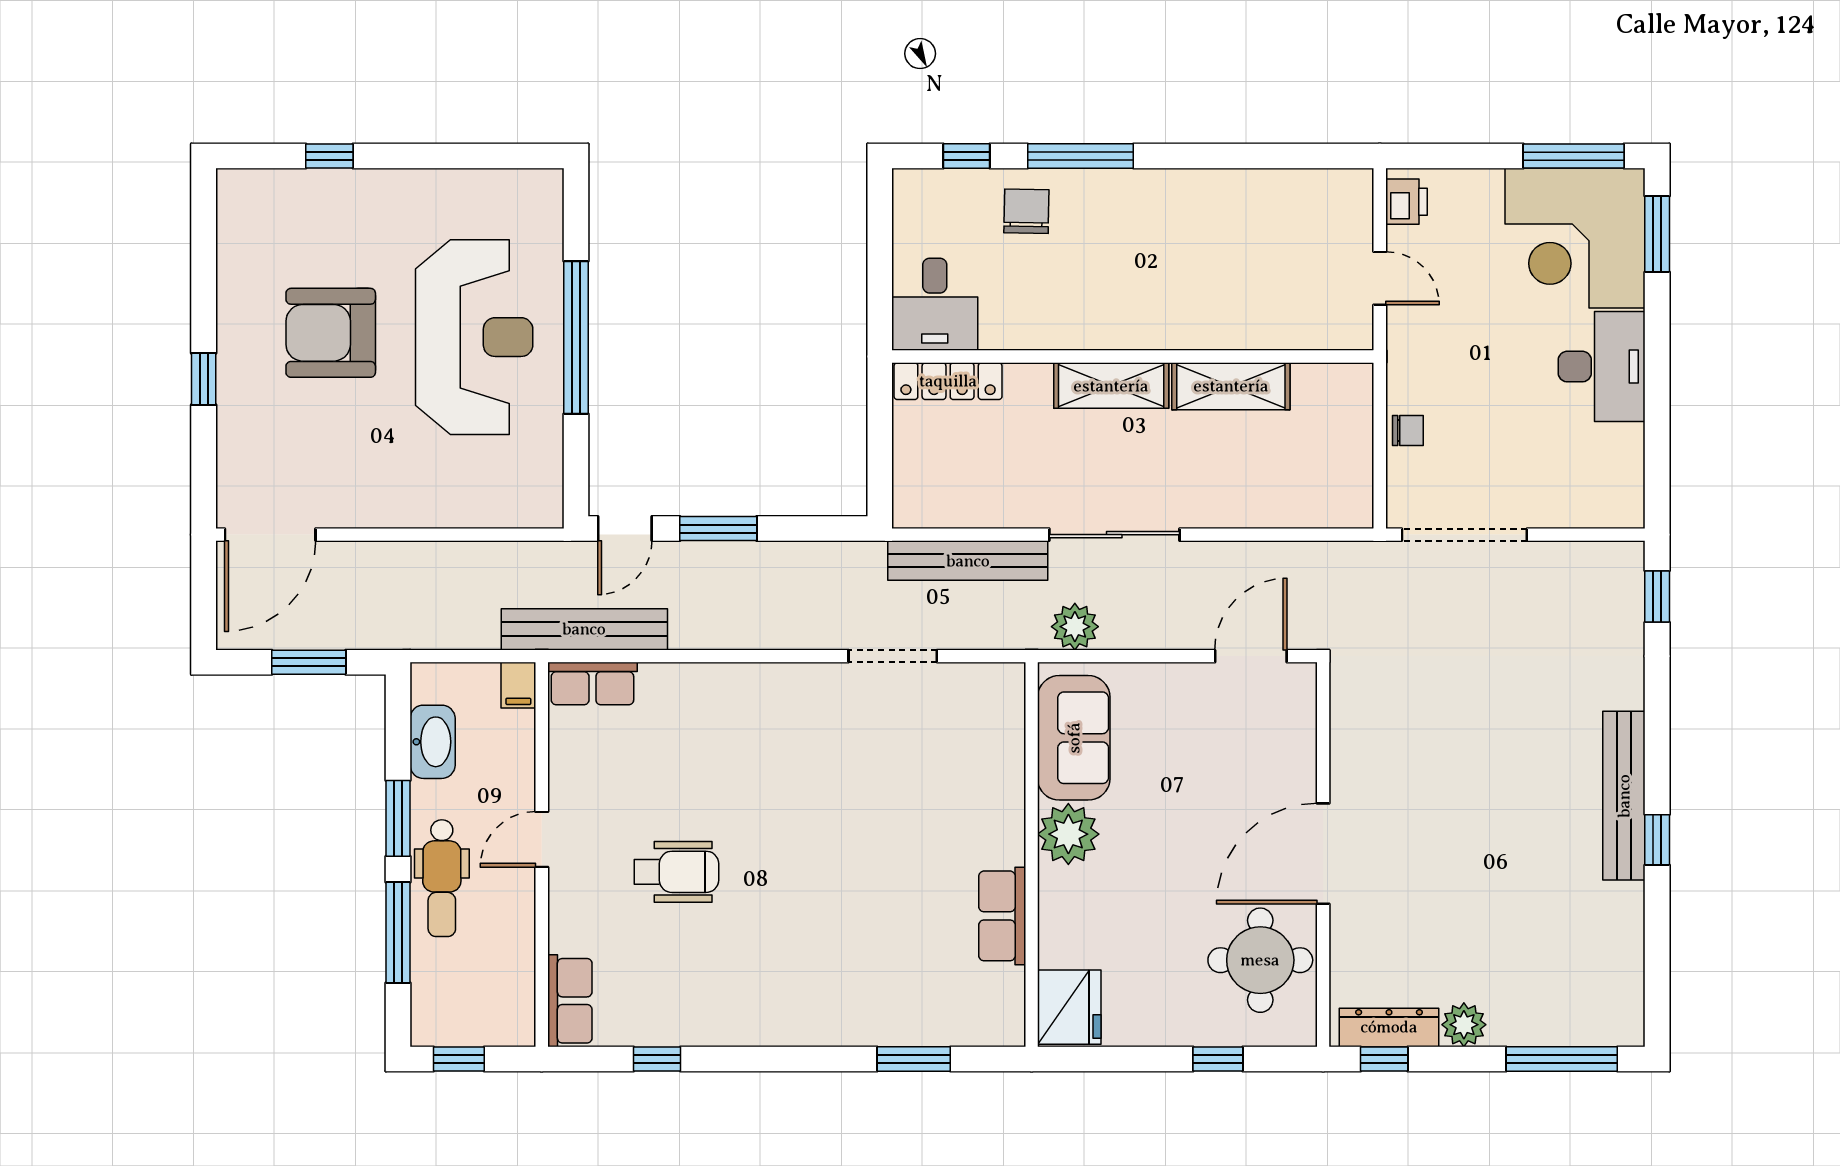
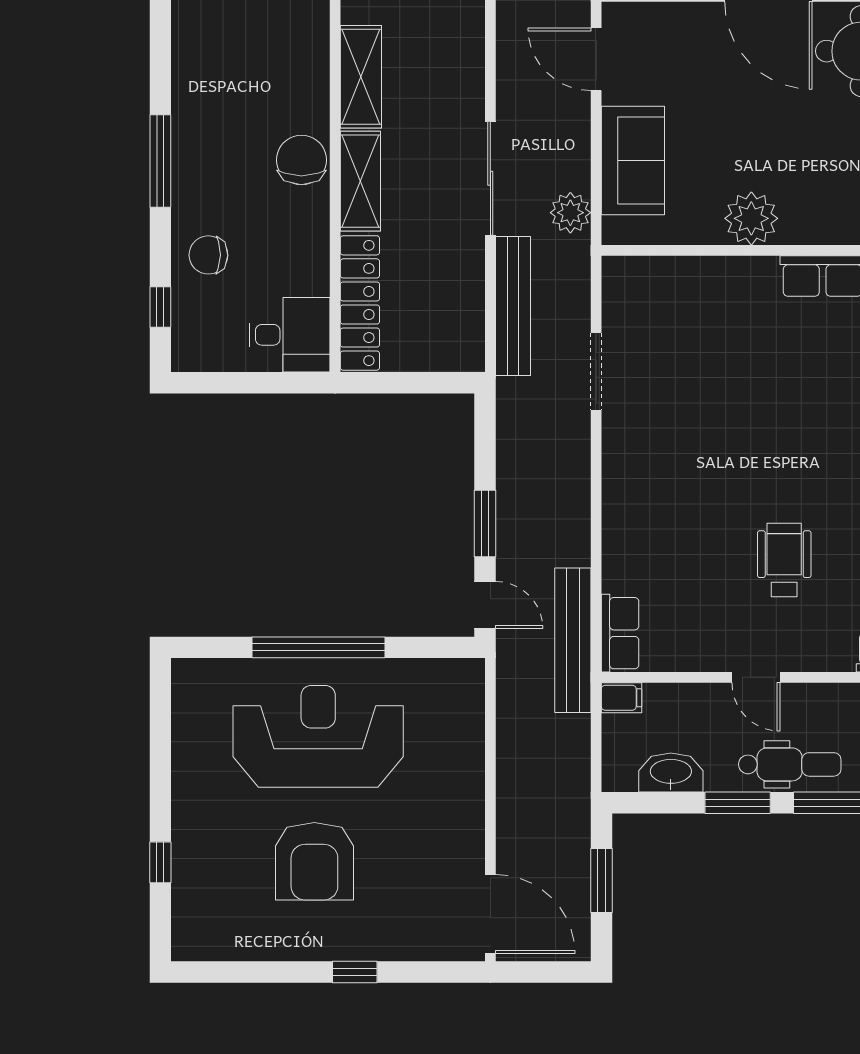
window: (1081, 156) -> (160, 161), moved
chair: (1135, 318) -> (301, 160), added
locker: (948, 381) -> (360, 303), width x1.41, depth x1.21
sofa: (1074, 738) -> (633, 161), moved, turned 90

